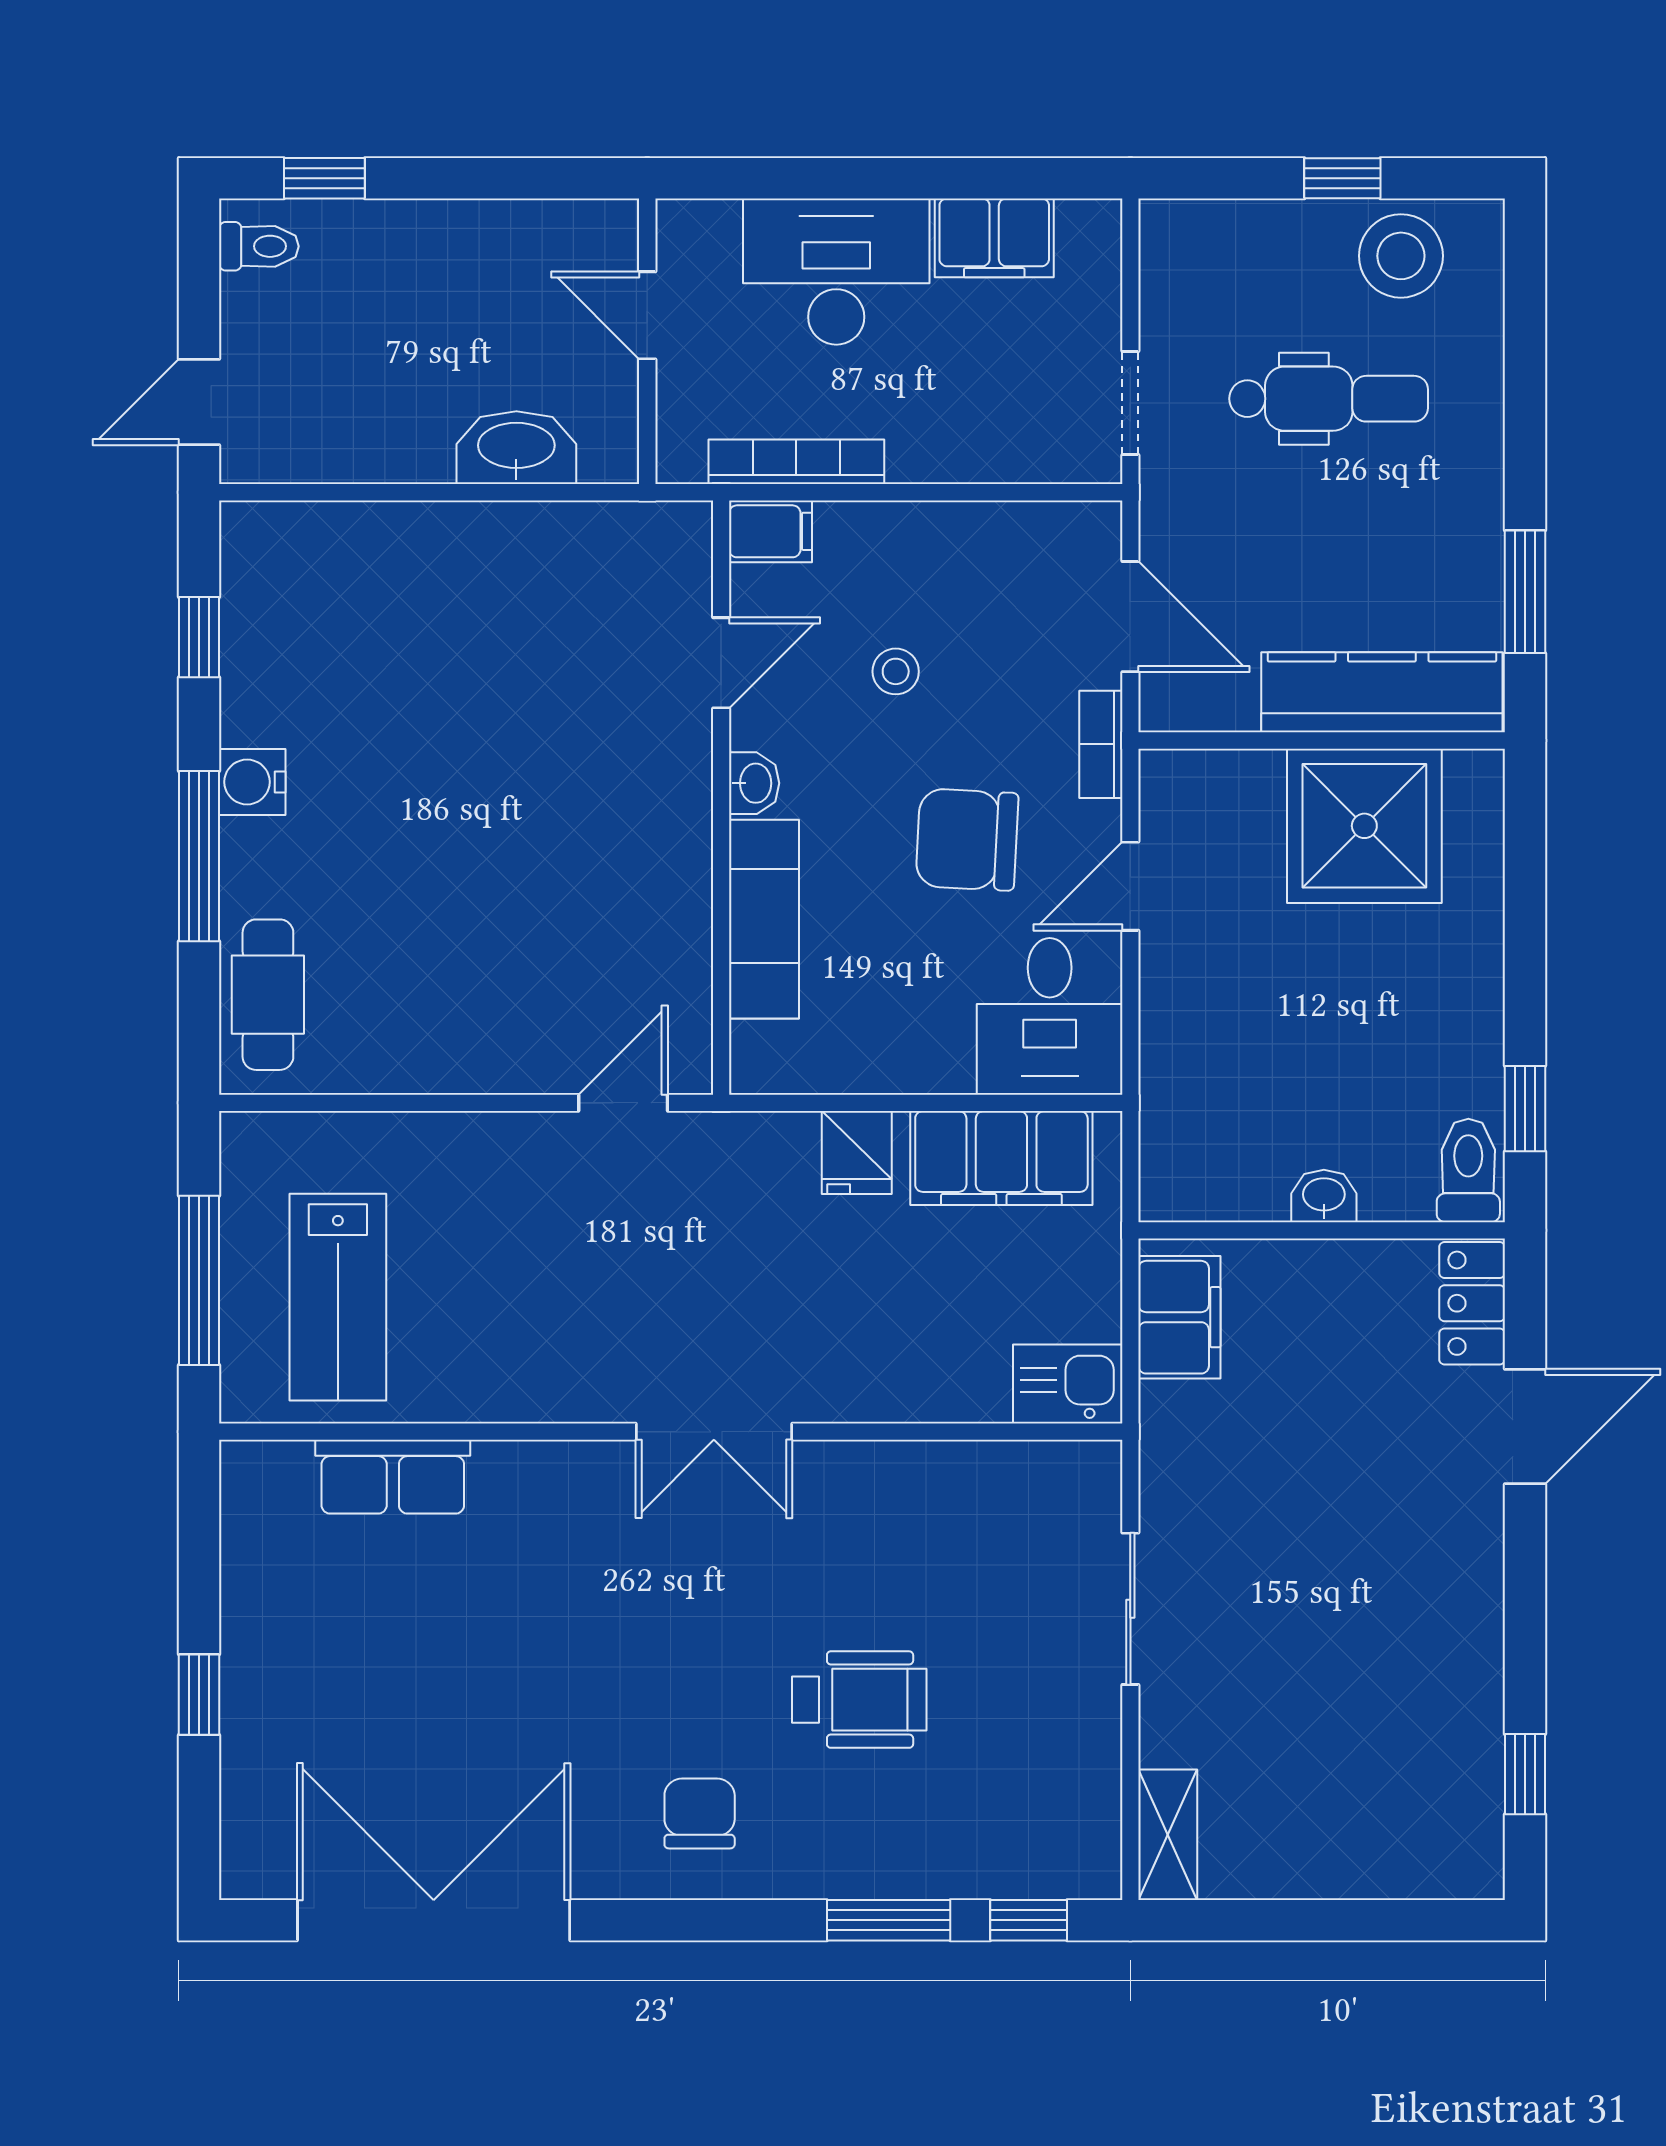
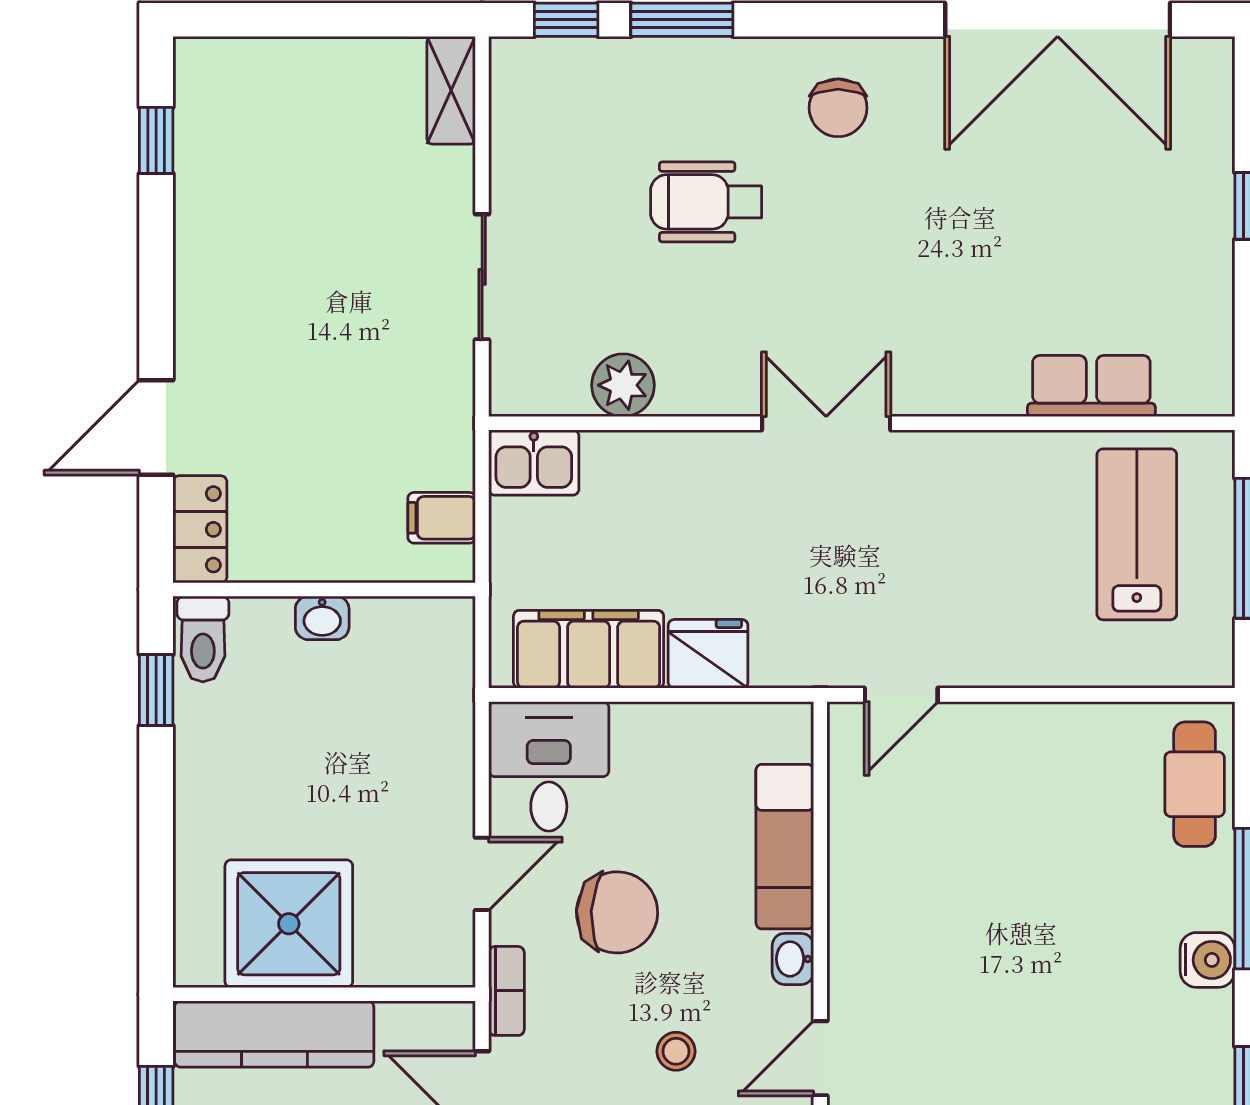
fridge: (857, 1152) -> (708, 654), width x1.38
filing cabinet: (1179, 1317) -> (442, 518), width x0.50
plant: (960, 1478) -> (623, 385), added

